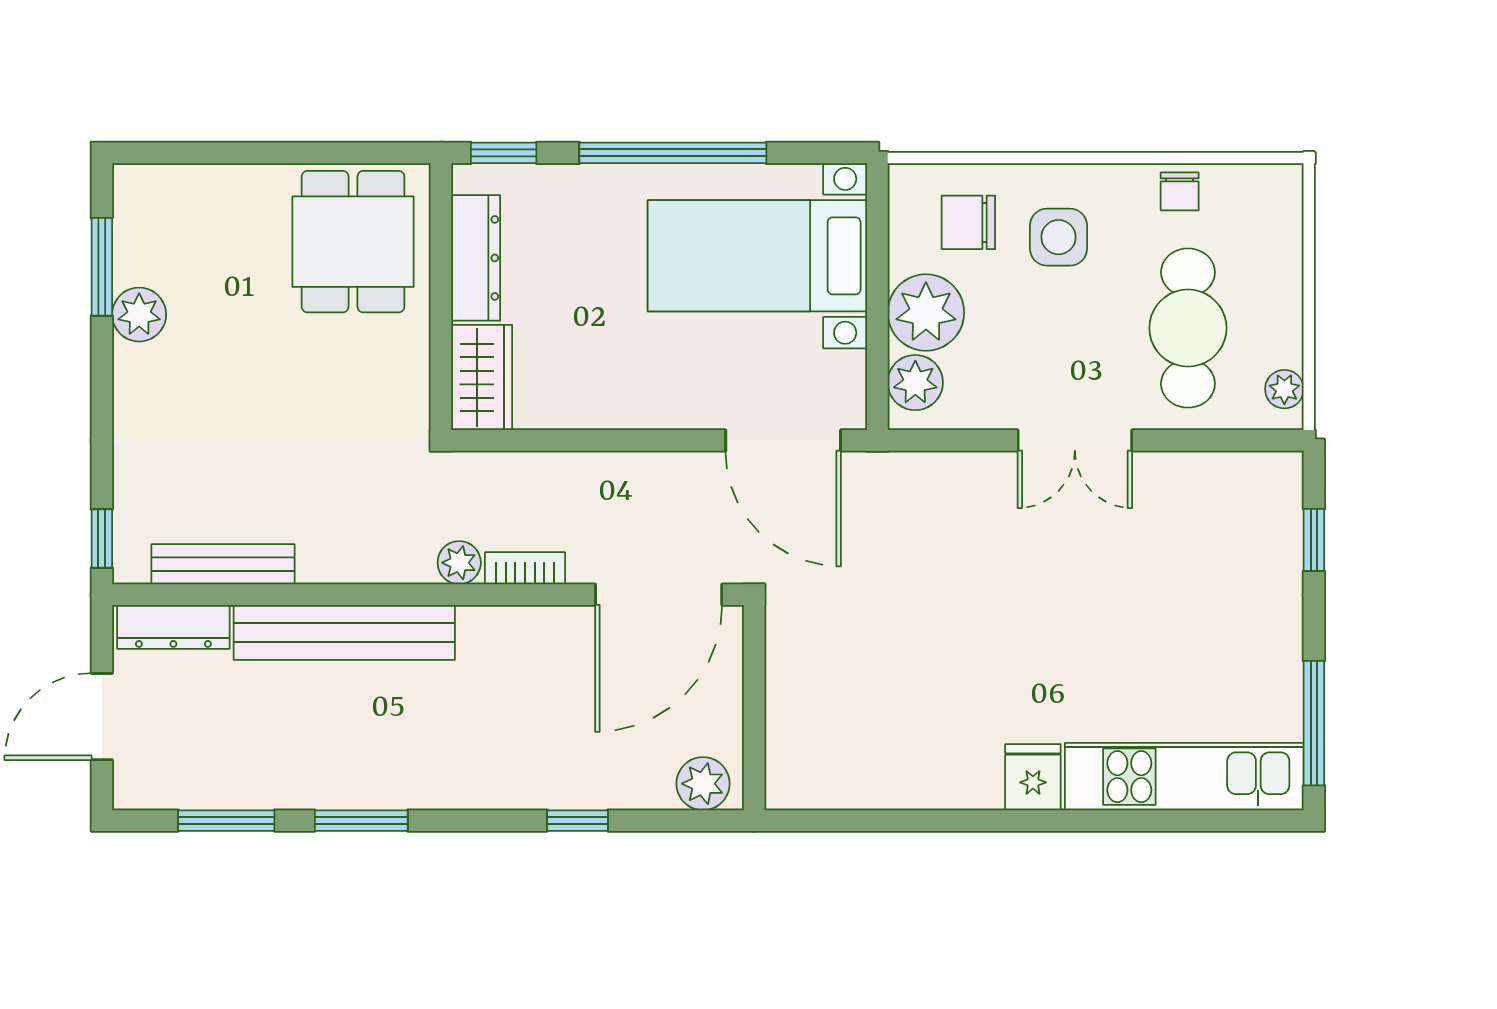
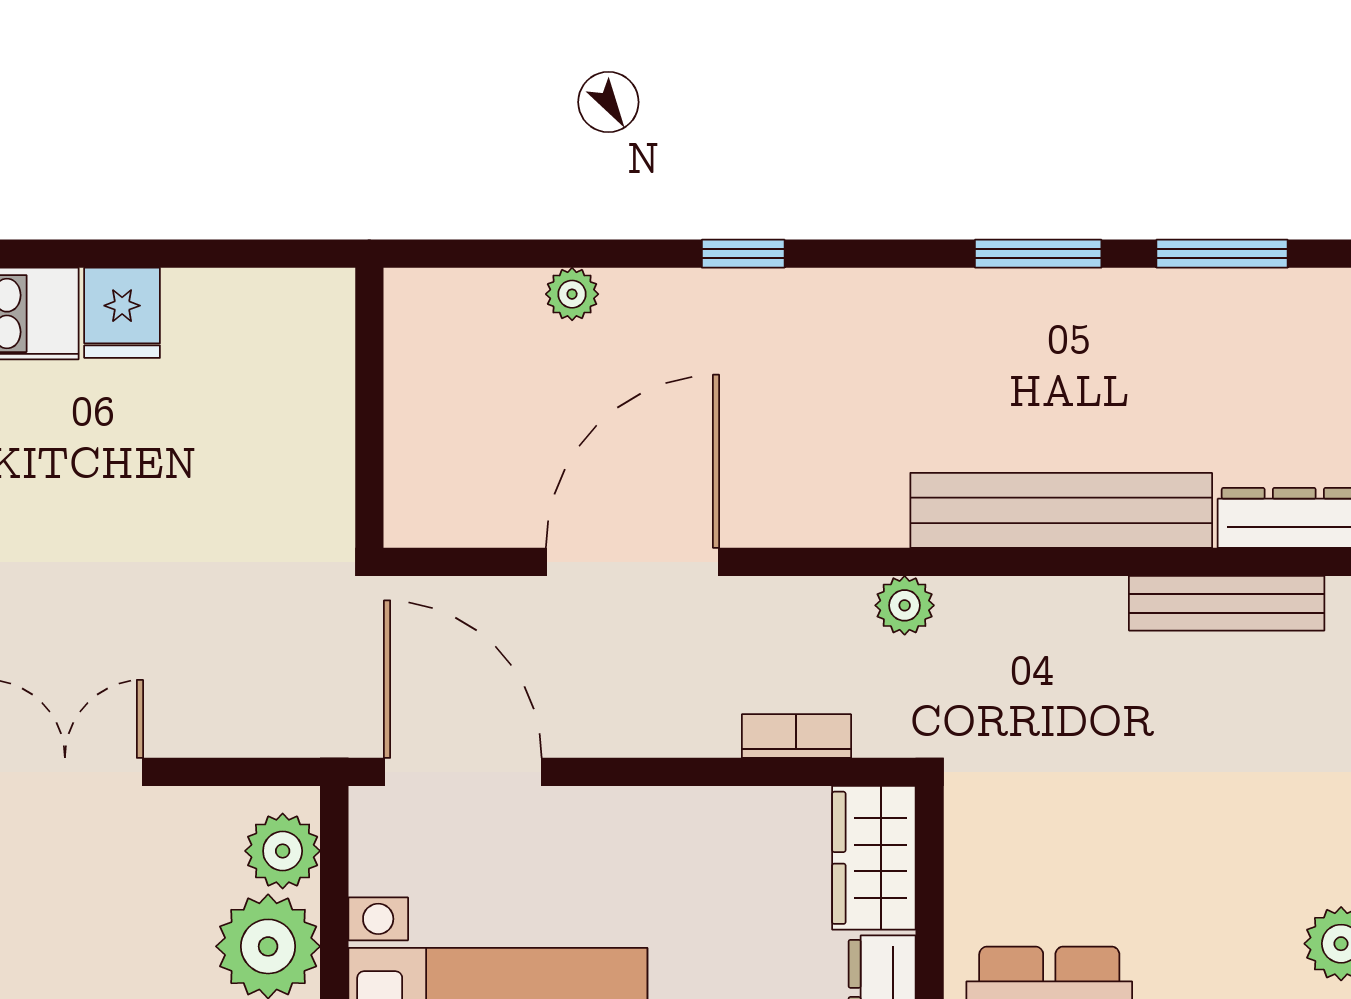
bookcase: (525, 568) -> (796, 736), moved, turned 180
wall: (754, 708) -> (369, 408), moved
plant: (703, 784) -> (572, 294), width x0.73, depth x0.73

